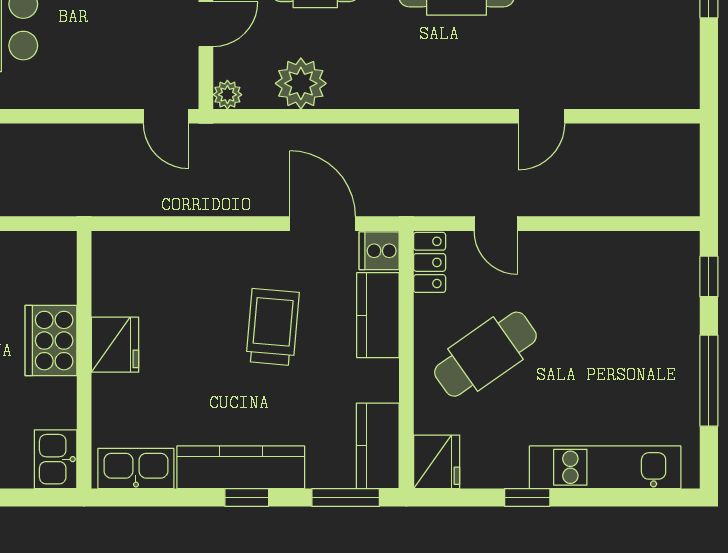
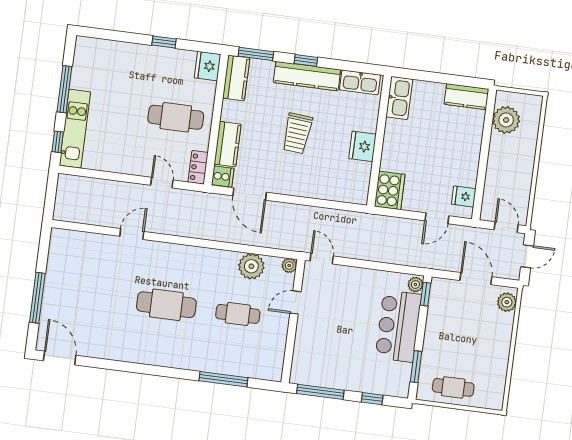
trolley: (273, 327) -> (297, 133), moved
cooker: (51, 341) -> (390, 190), moved
cafe table: (485, 354) -> (176, 117), turned 35
kitchen sink: (56, 459) -> (399, 98), width x1.38
kitchen unit: (605, 467) -> (75, 129), moved, turned -90

